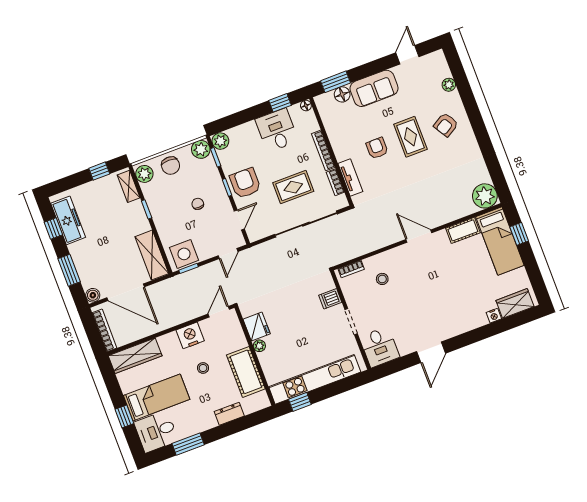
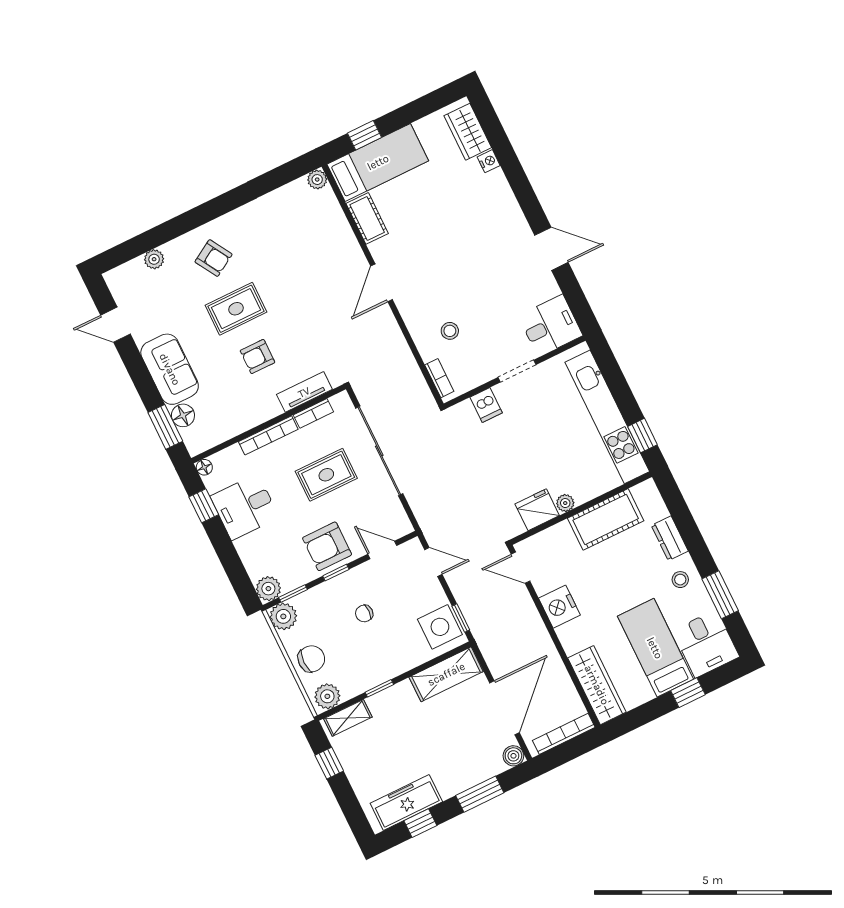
rug: (293, 187) -> (326, 475), turned 90
plant: (485, 196) -> (317, 180), width x0.53, depth x0.53
stool: (203, 368) -> (680, 580), moved

